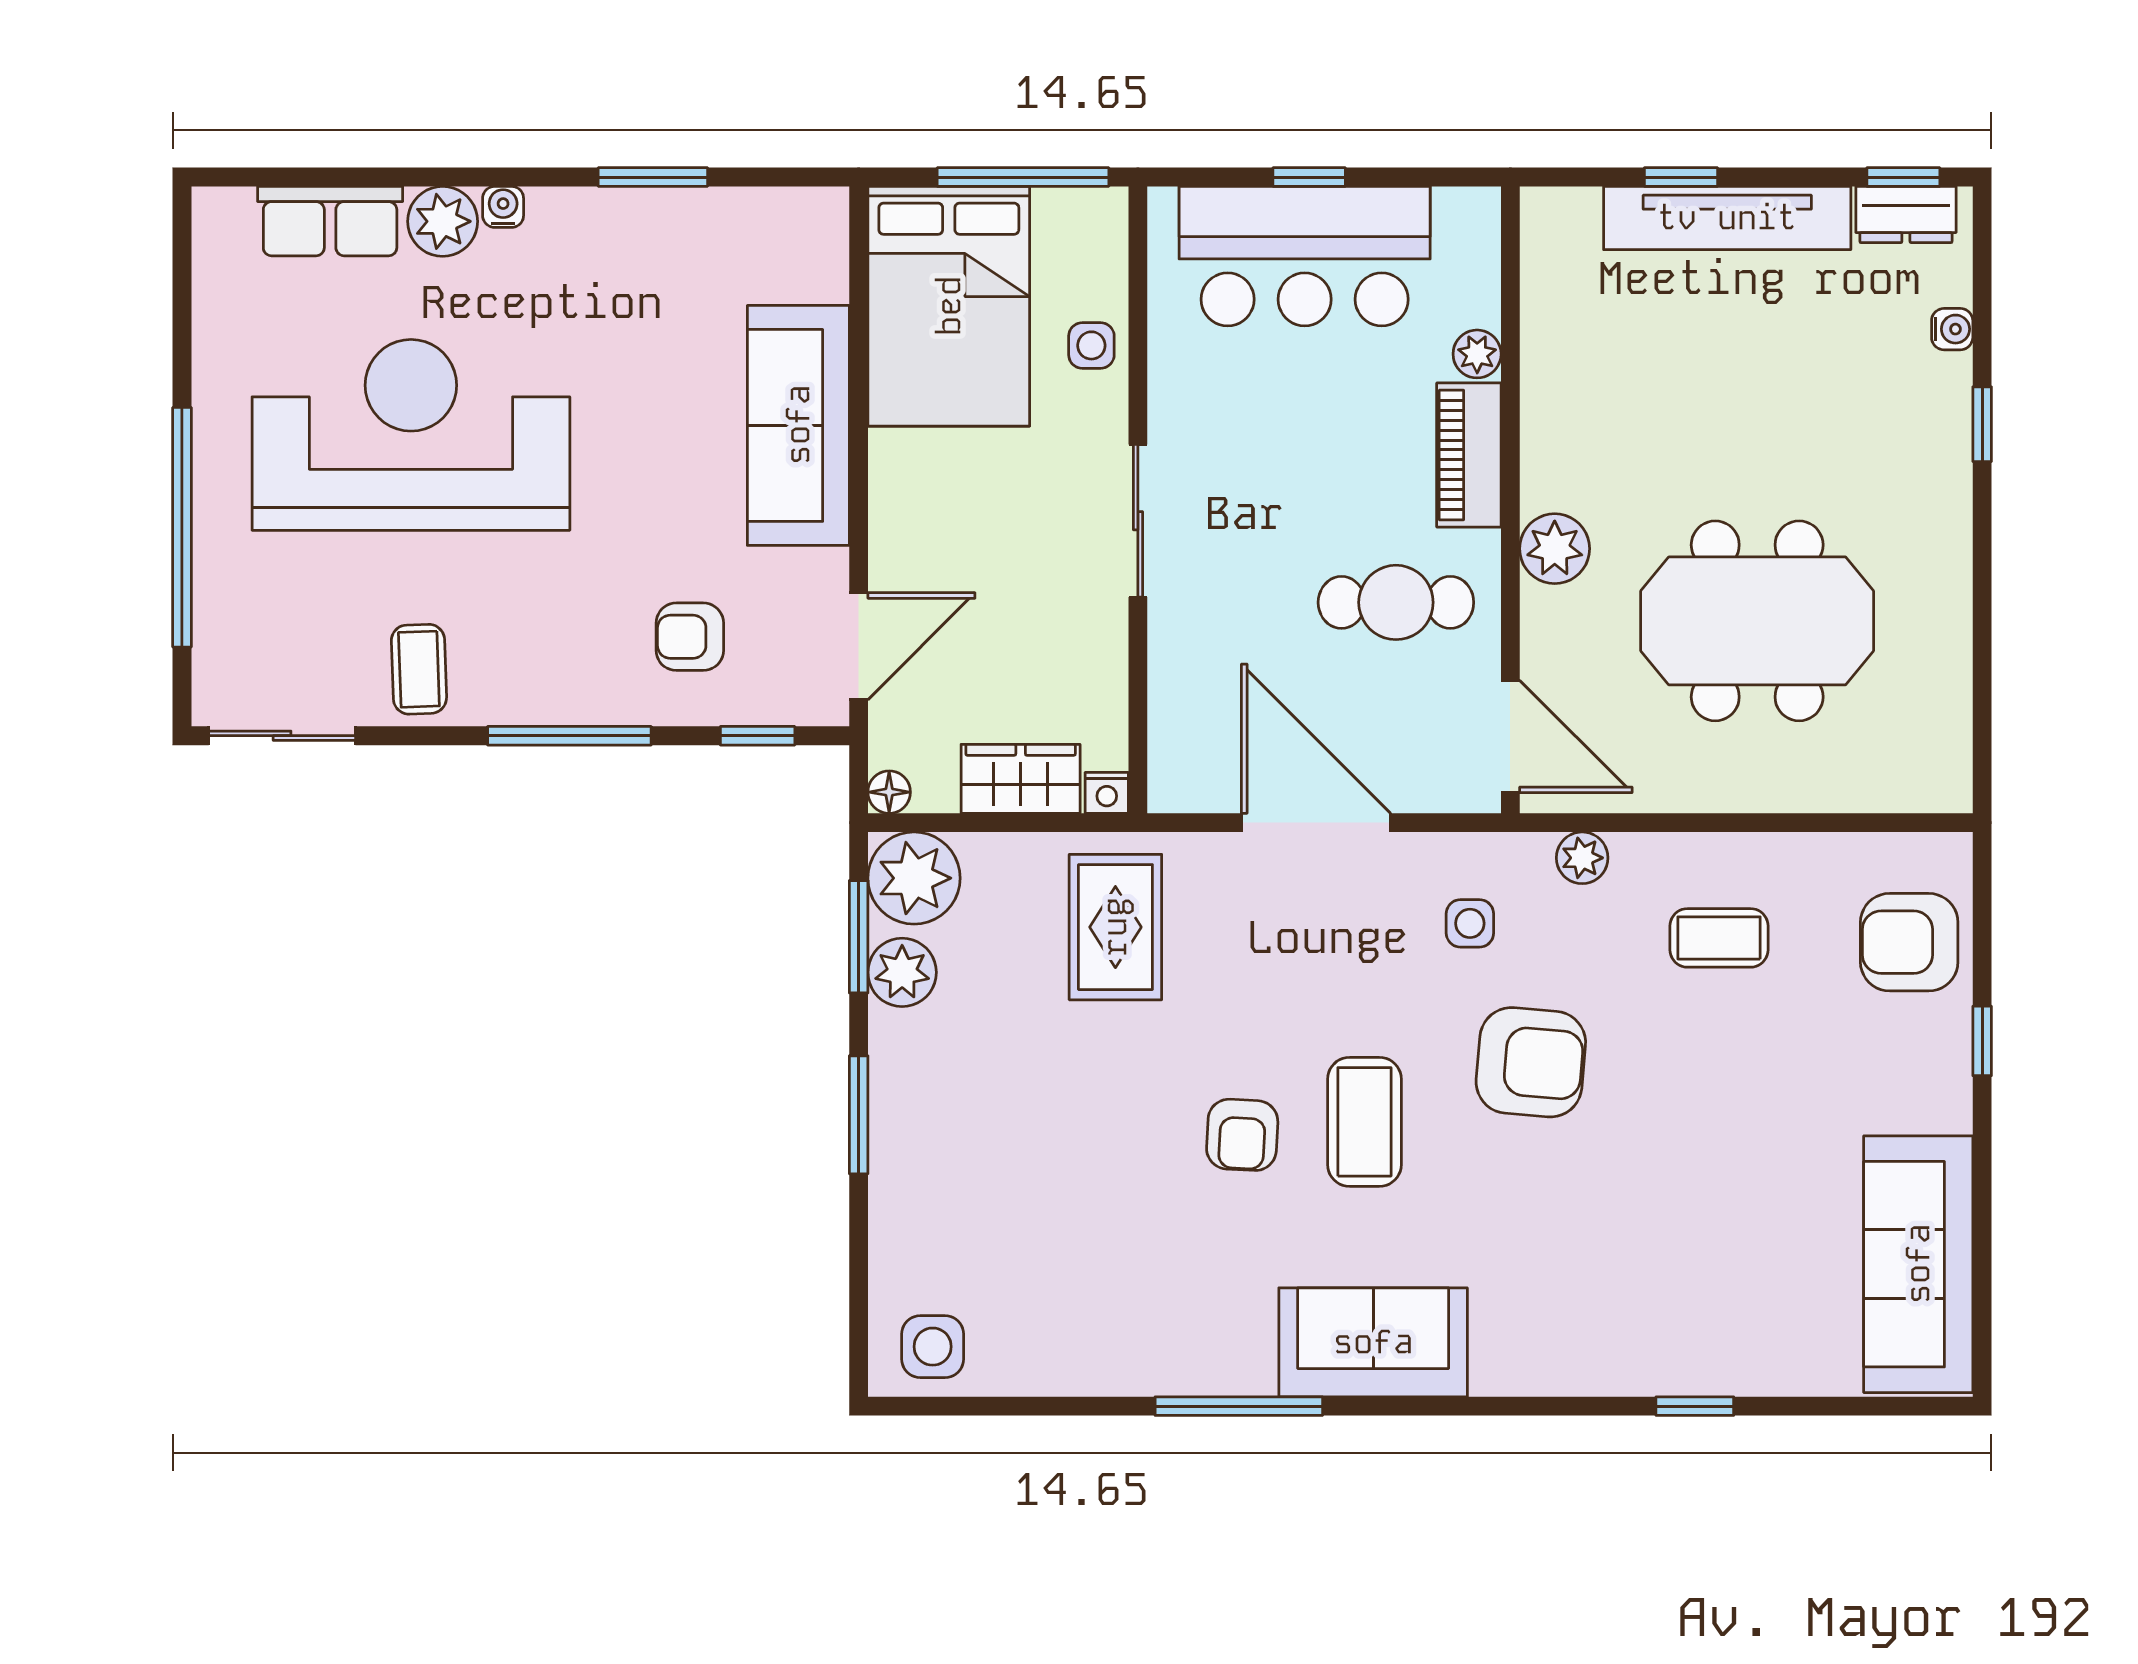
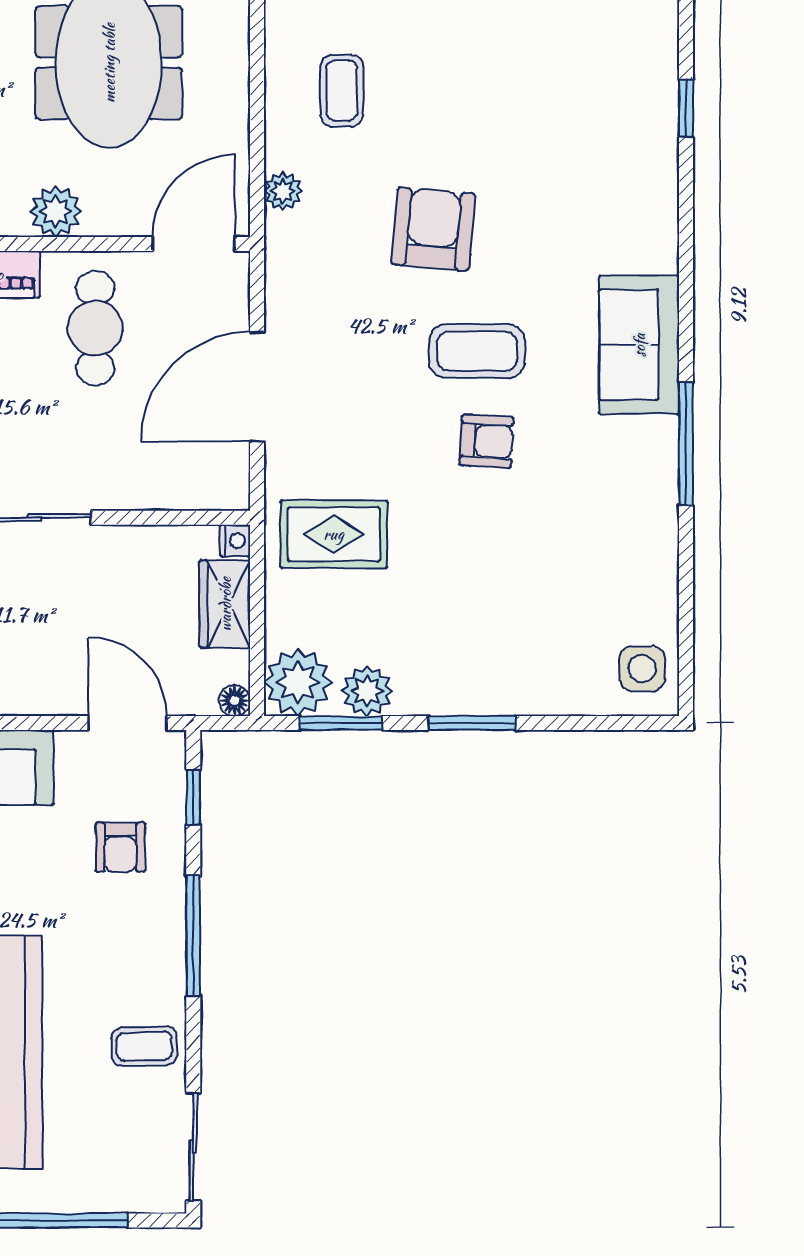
side table: (1470, 923) -> (331, 274), removed

